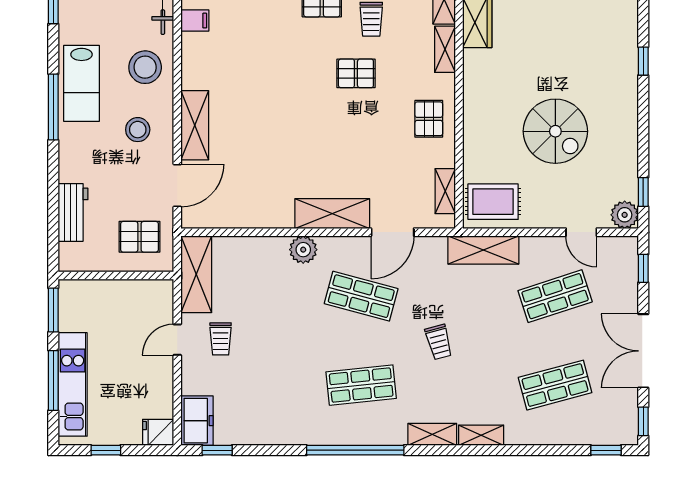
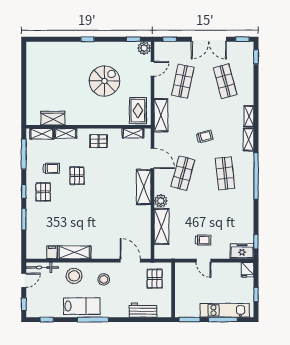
window: (643, 61) -> (88, 39), moved
shelving: (195, 125) -> (74, 252), moved
shelving: (196, 274) -> (161, 226), moved, turned 90
shop shelf: (555, 296) -> (183, 81), turned 30

